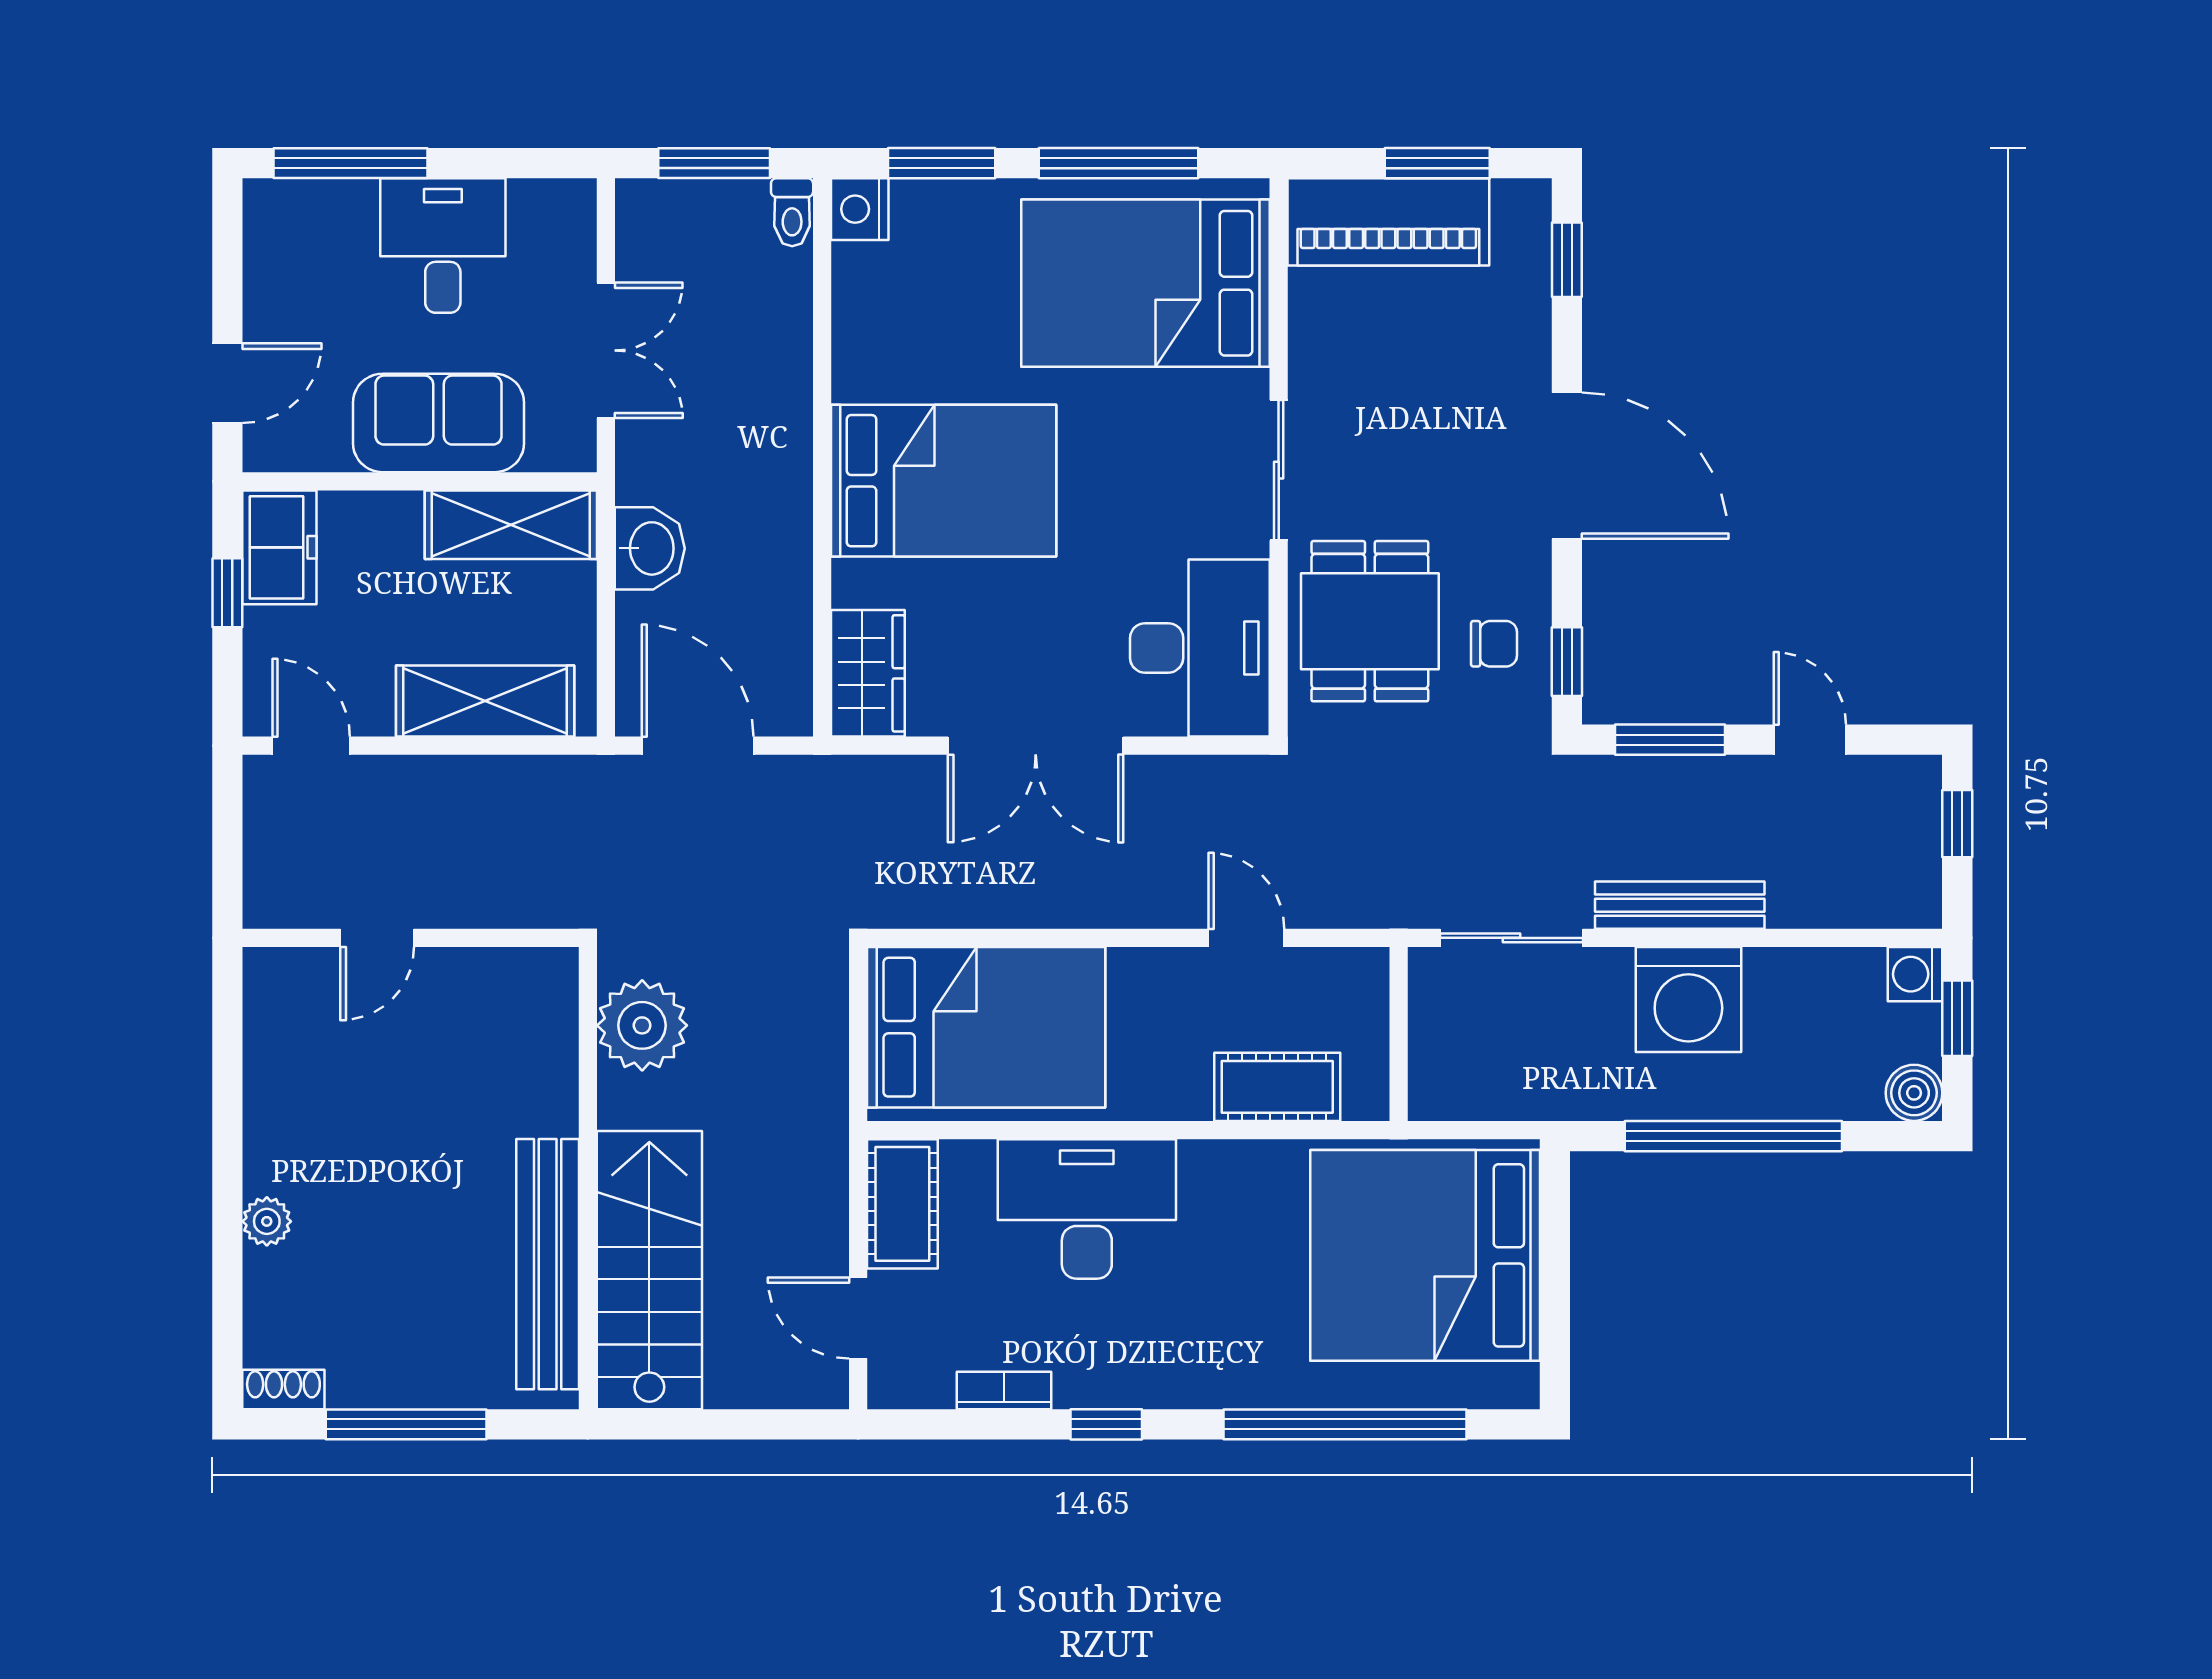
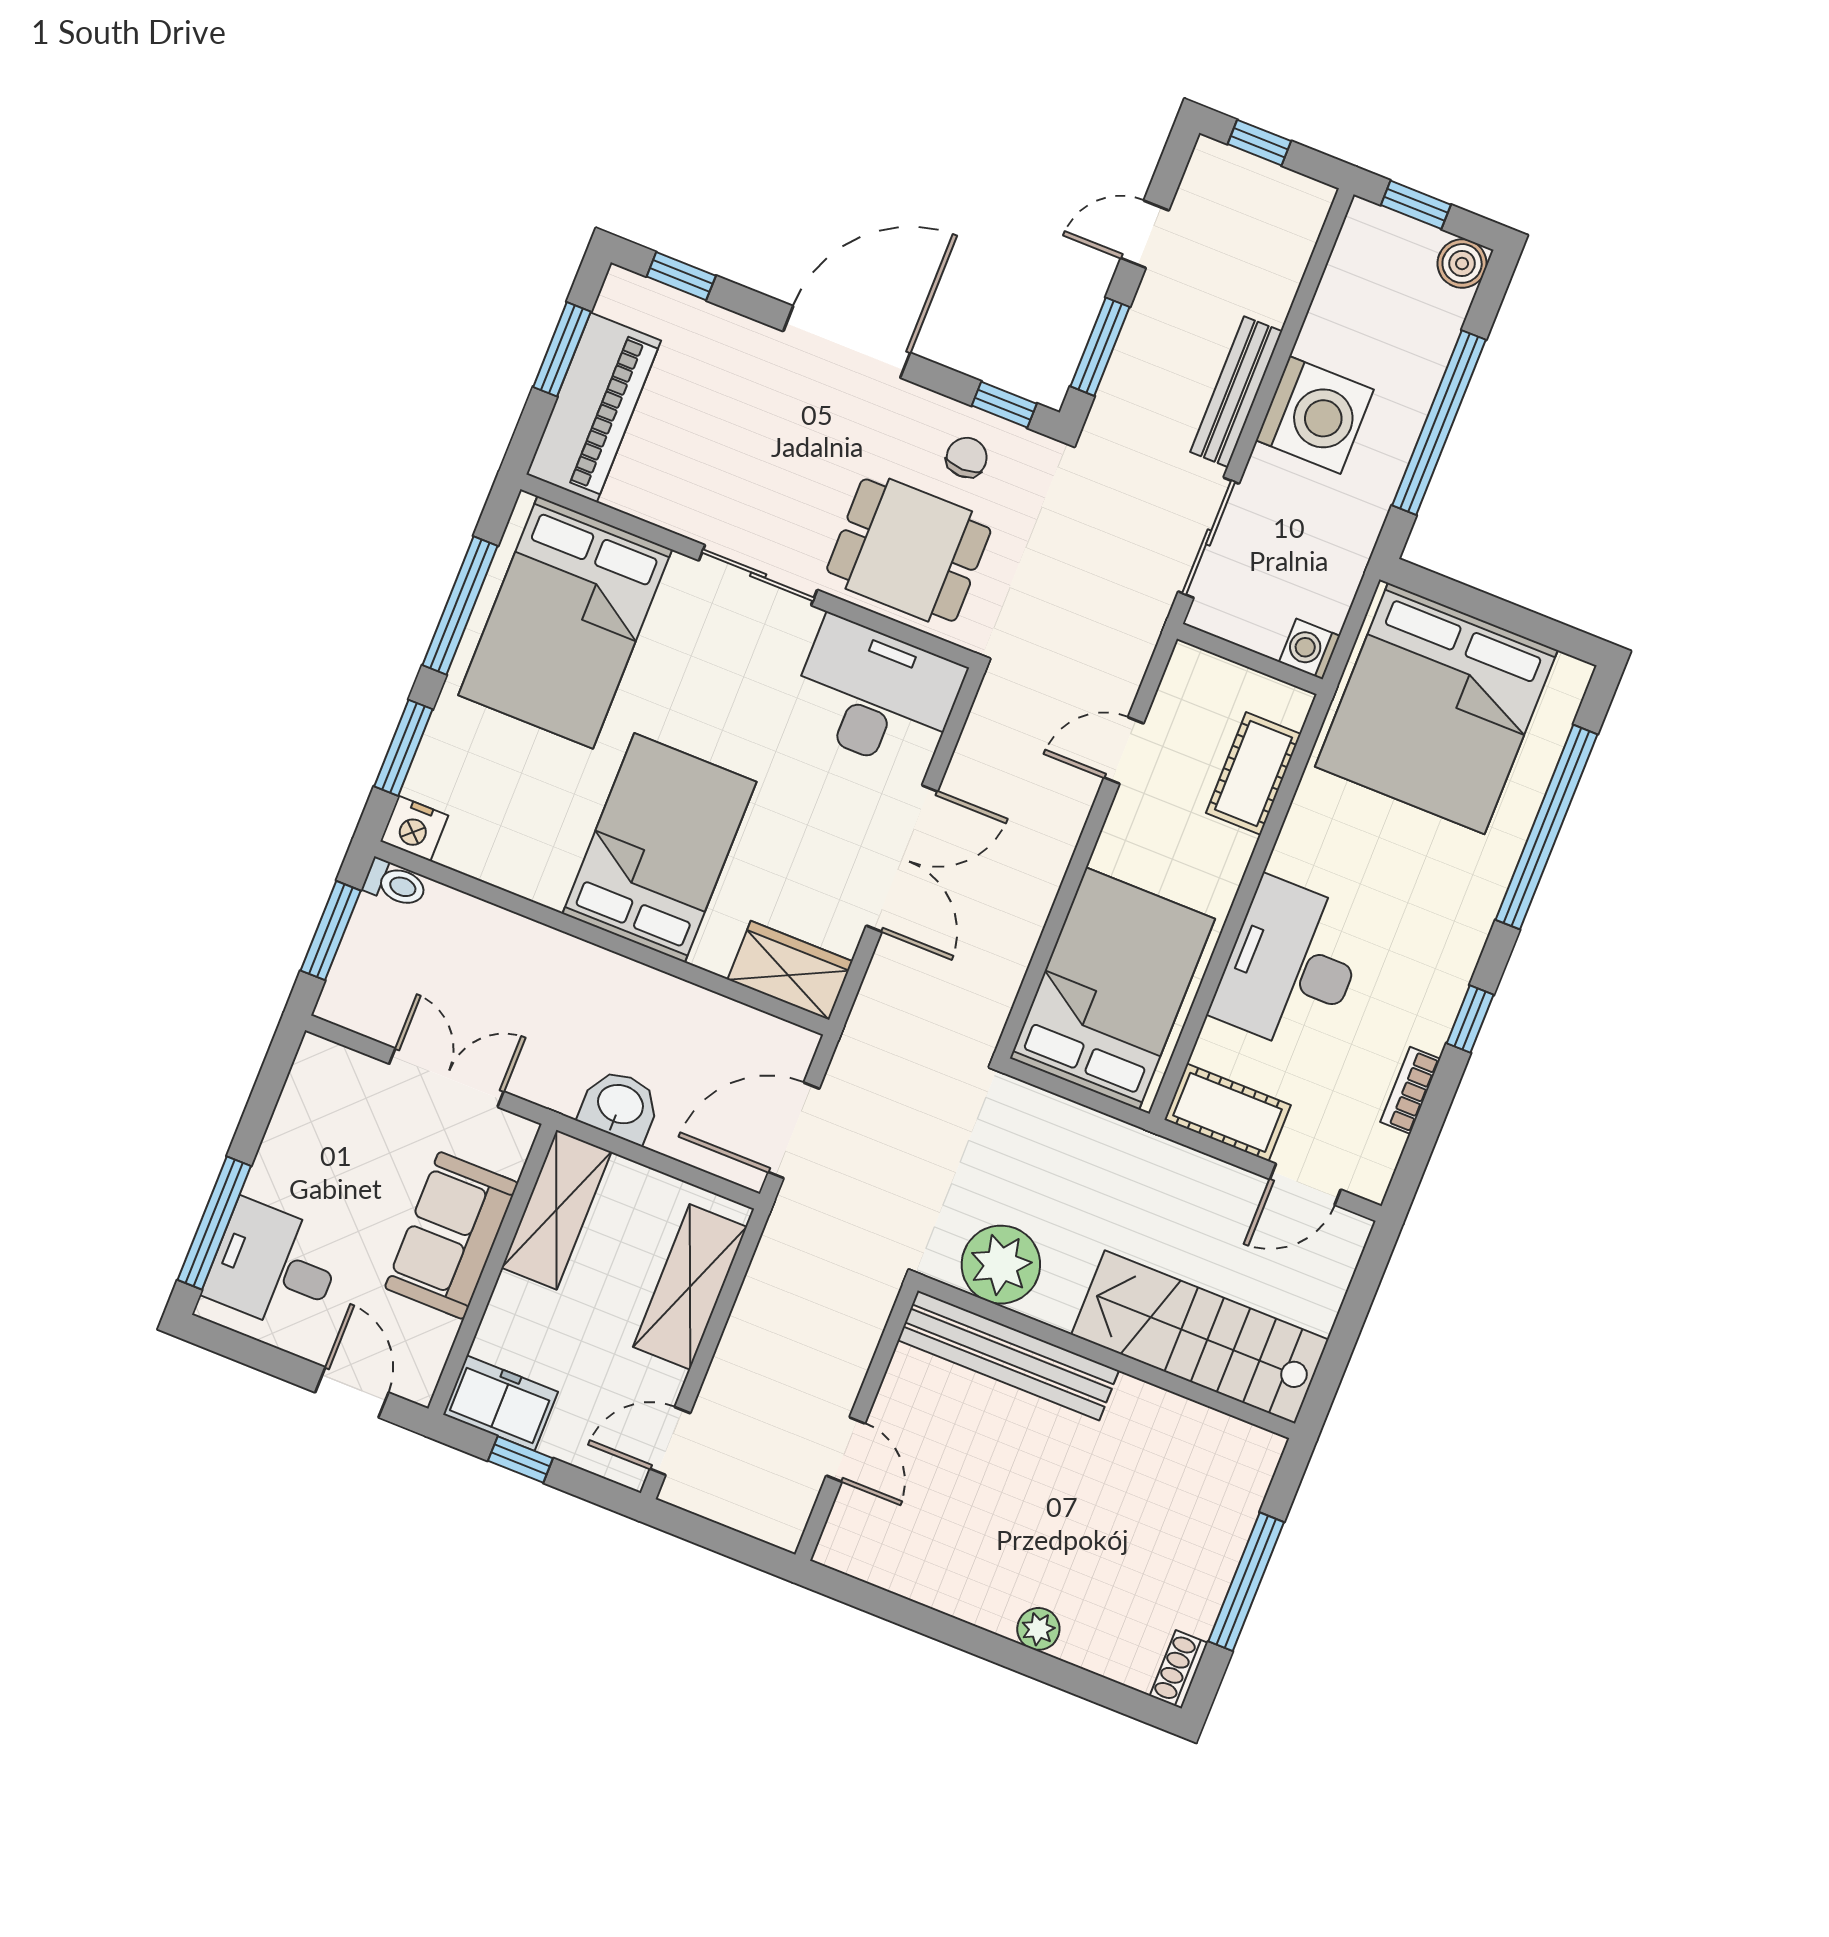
desk: (443, 245) -> (274, 1267), moved
washing machine: (1915, 974) -> (1310, 649), moved, turned 90
bench: (548, 1264) -> (1008, 1355), moved

